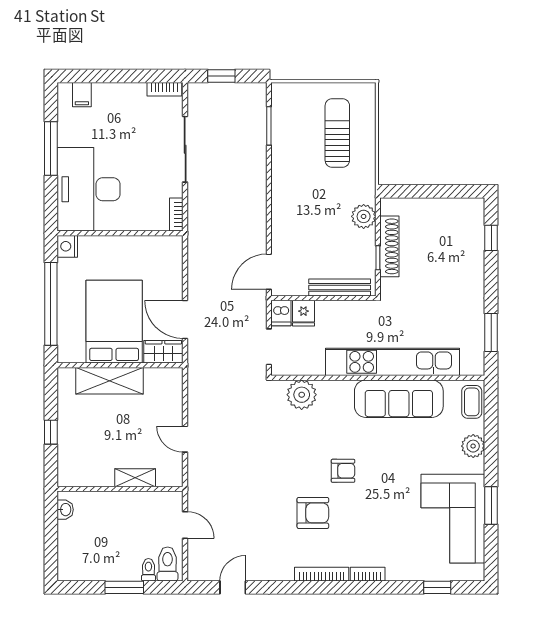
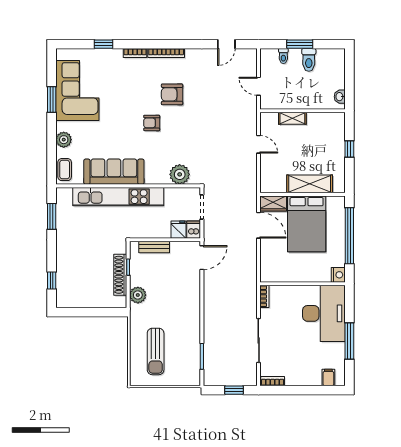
bench: (340, 287) -> (154, 247), width x0.73
toilet: (168, 564) -> (309, 60), moved
window: (437, 587) -> (103, 44), moved

